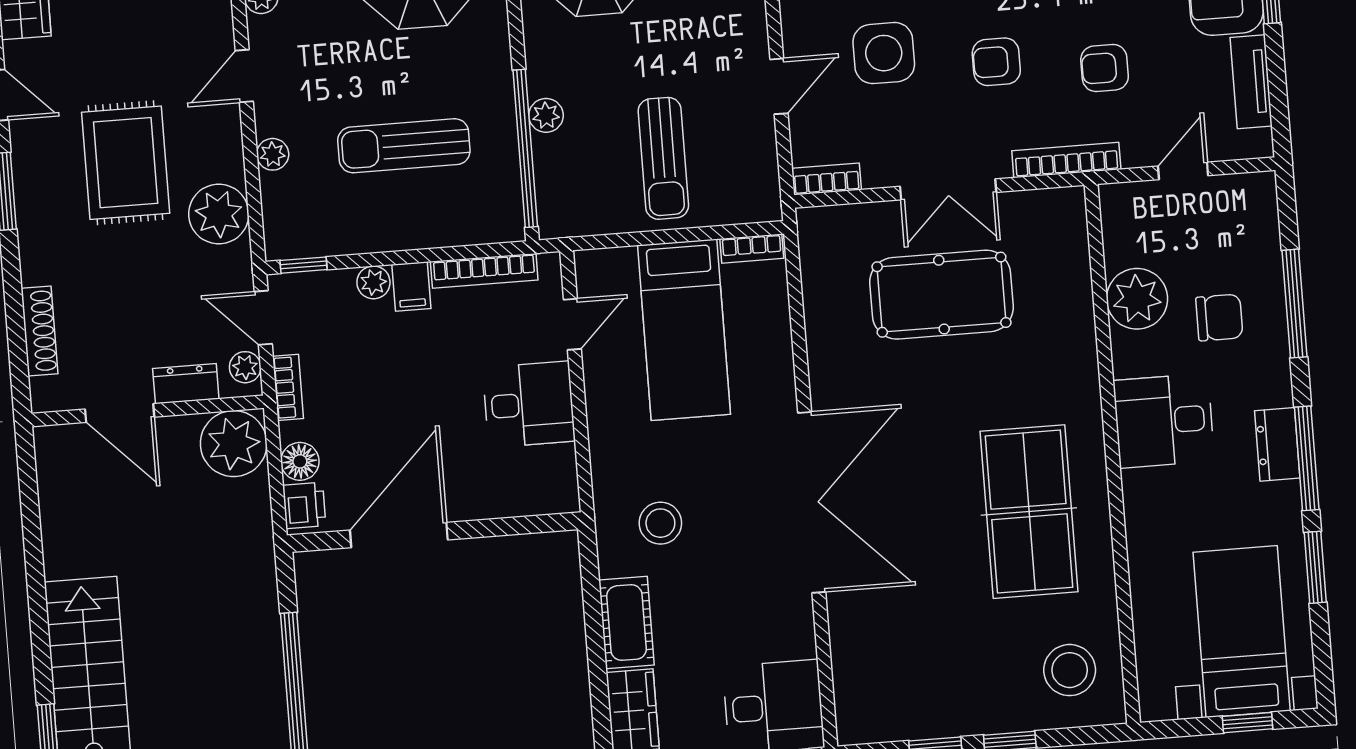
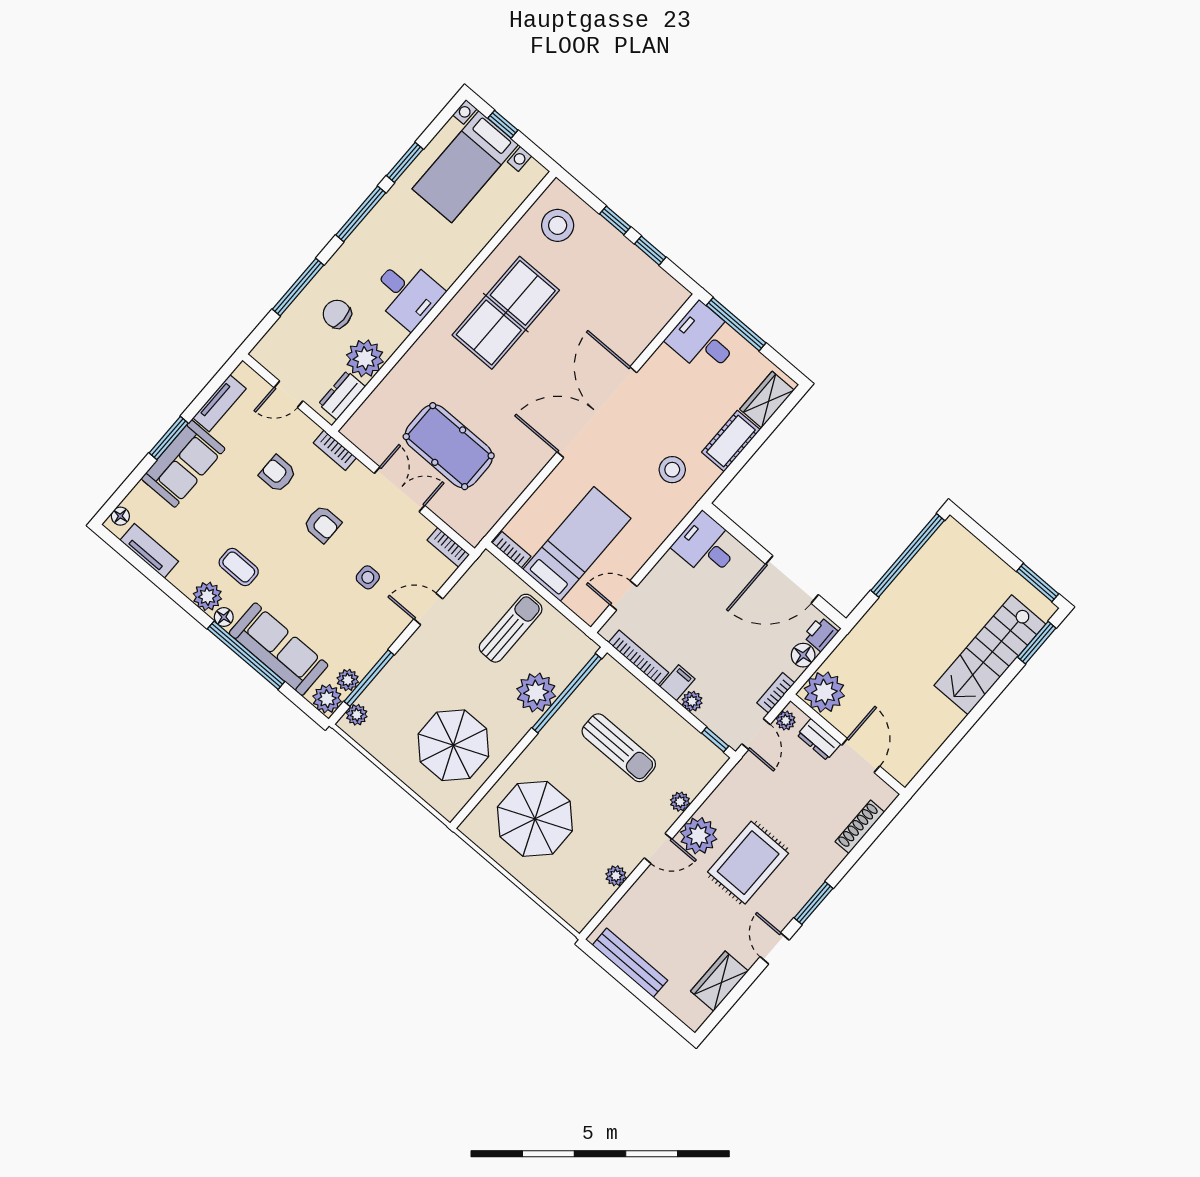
side table: (884, 53) -> (368, 577), width x0.54, depth x0.54
armchair: (1105, 68) -> (278, 474), turned 180
plant: (546, 115) -> (536, 693), width x1.88, depth x1.88
bookcase: (1066, 160) -> (335, 450), width x0.64
plant: (219, 214) -> (699, 836), moved
desk: (529, 404) -> (707, 546), moved
dresser: (1277, 444) -> (342, 395), moved, turned 180

